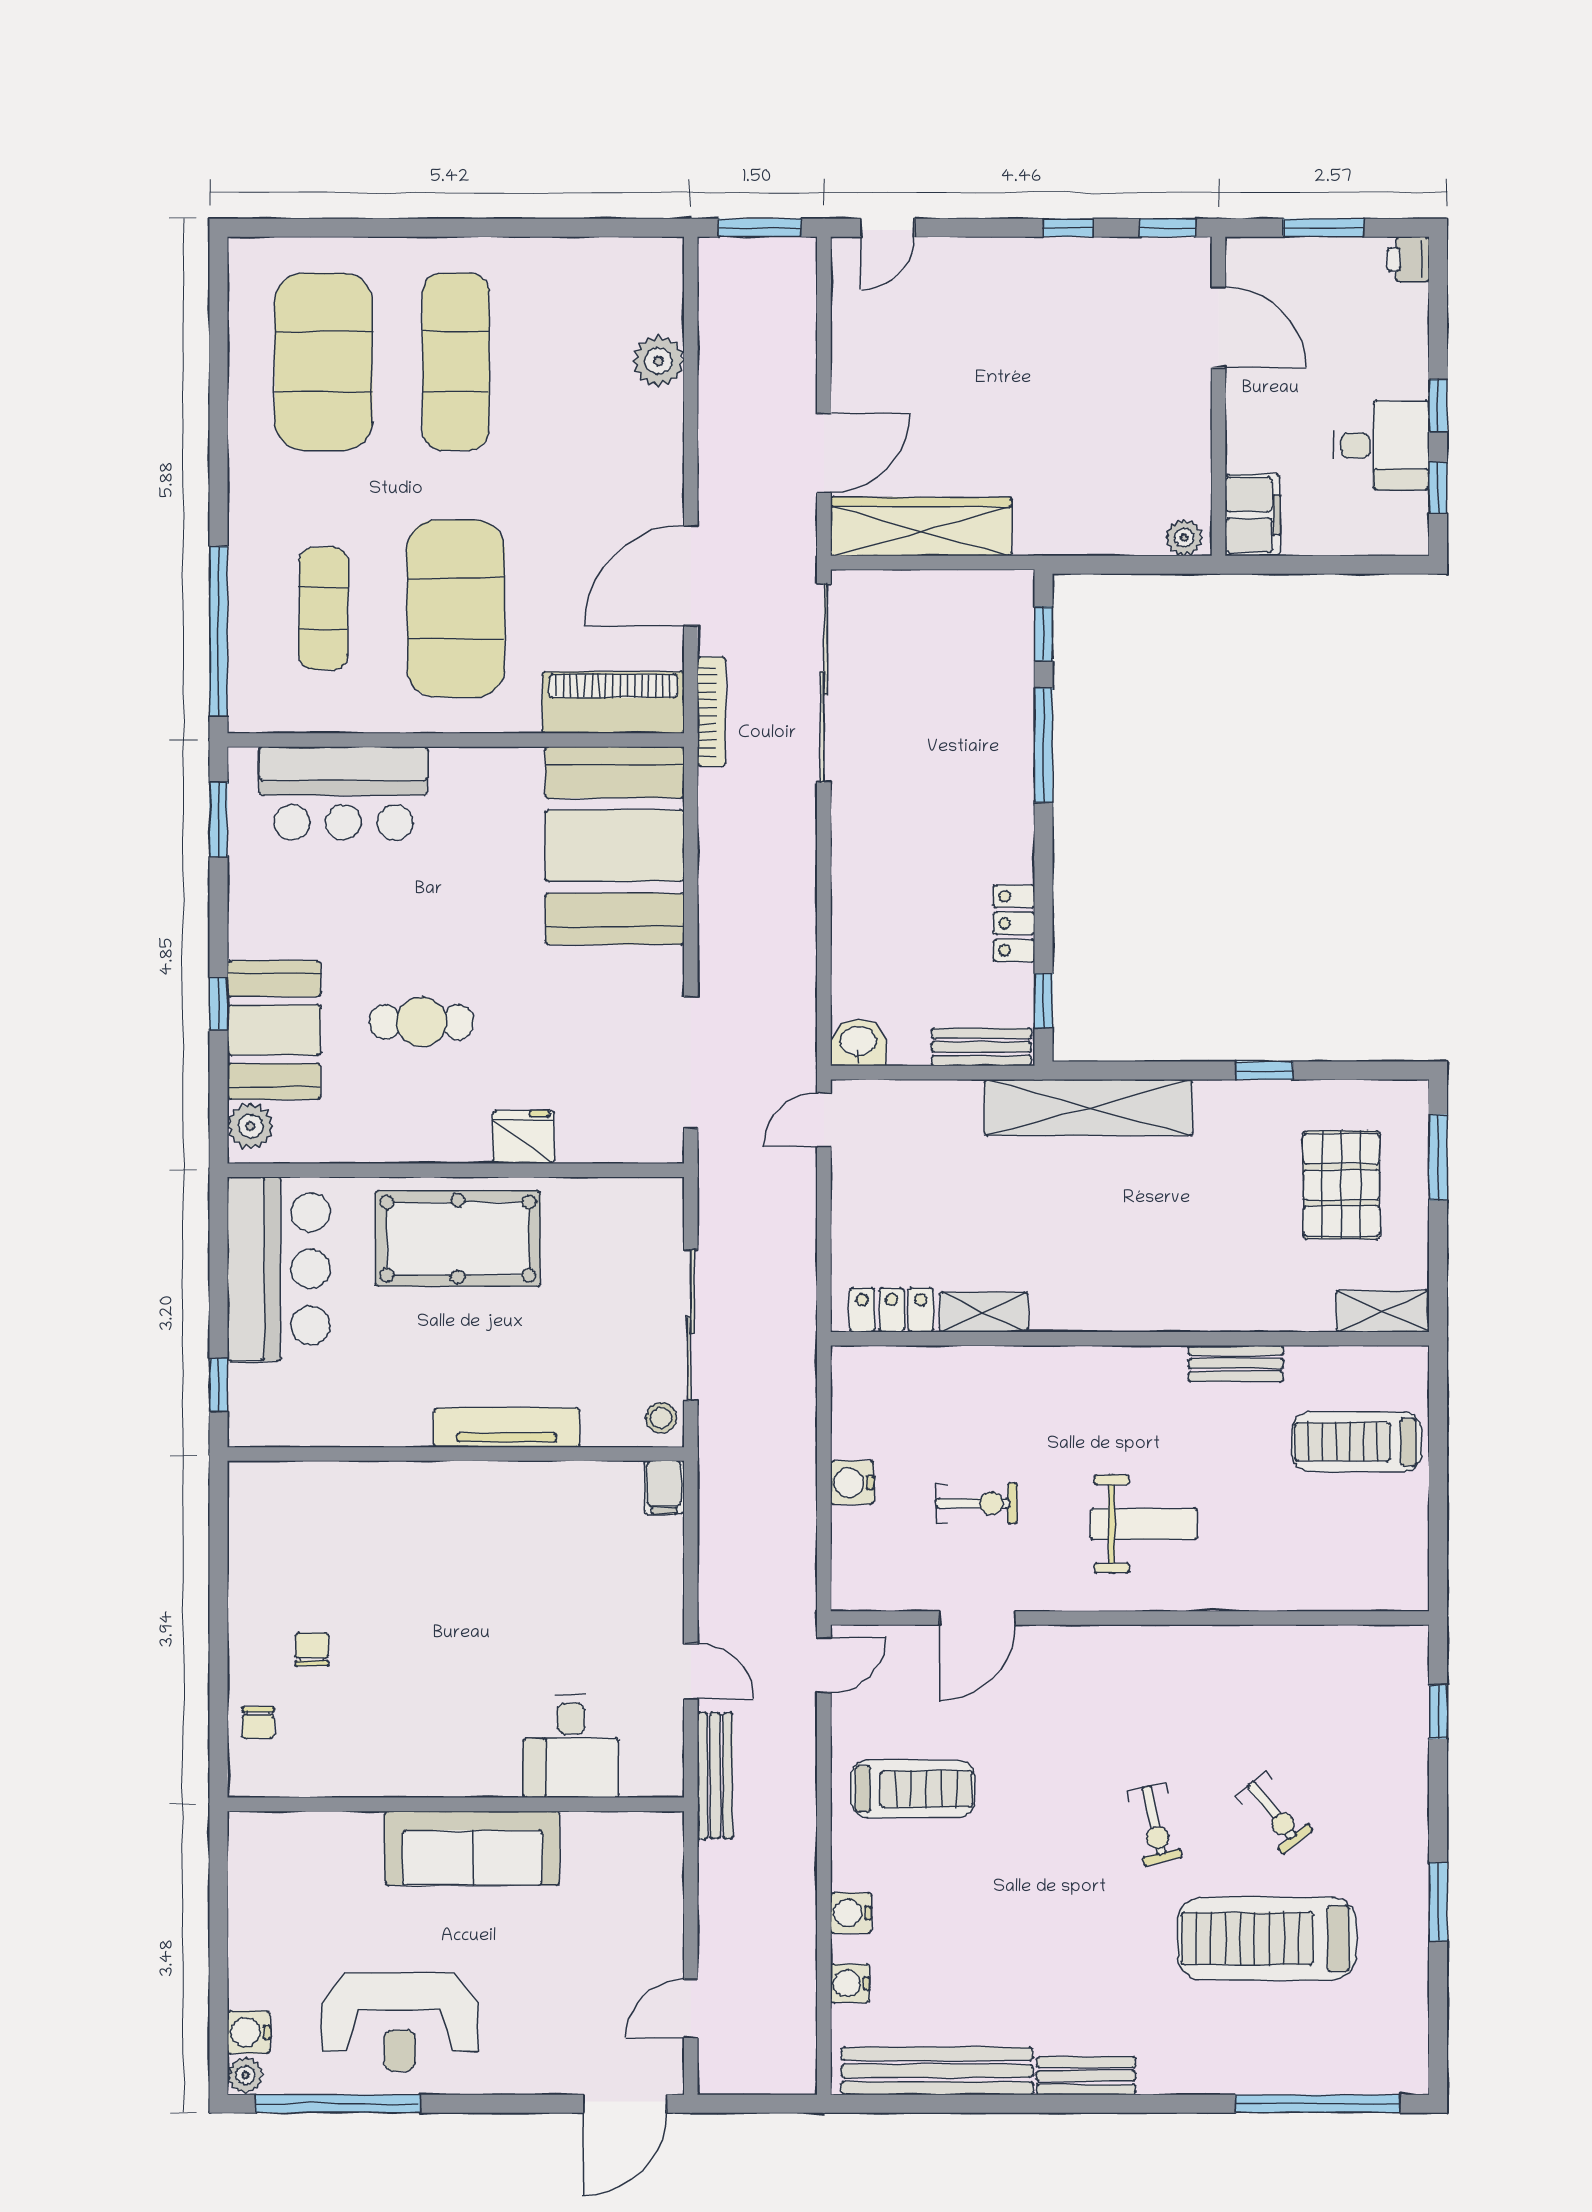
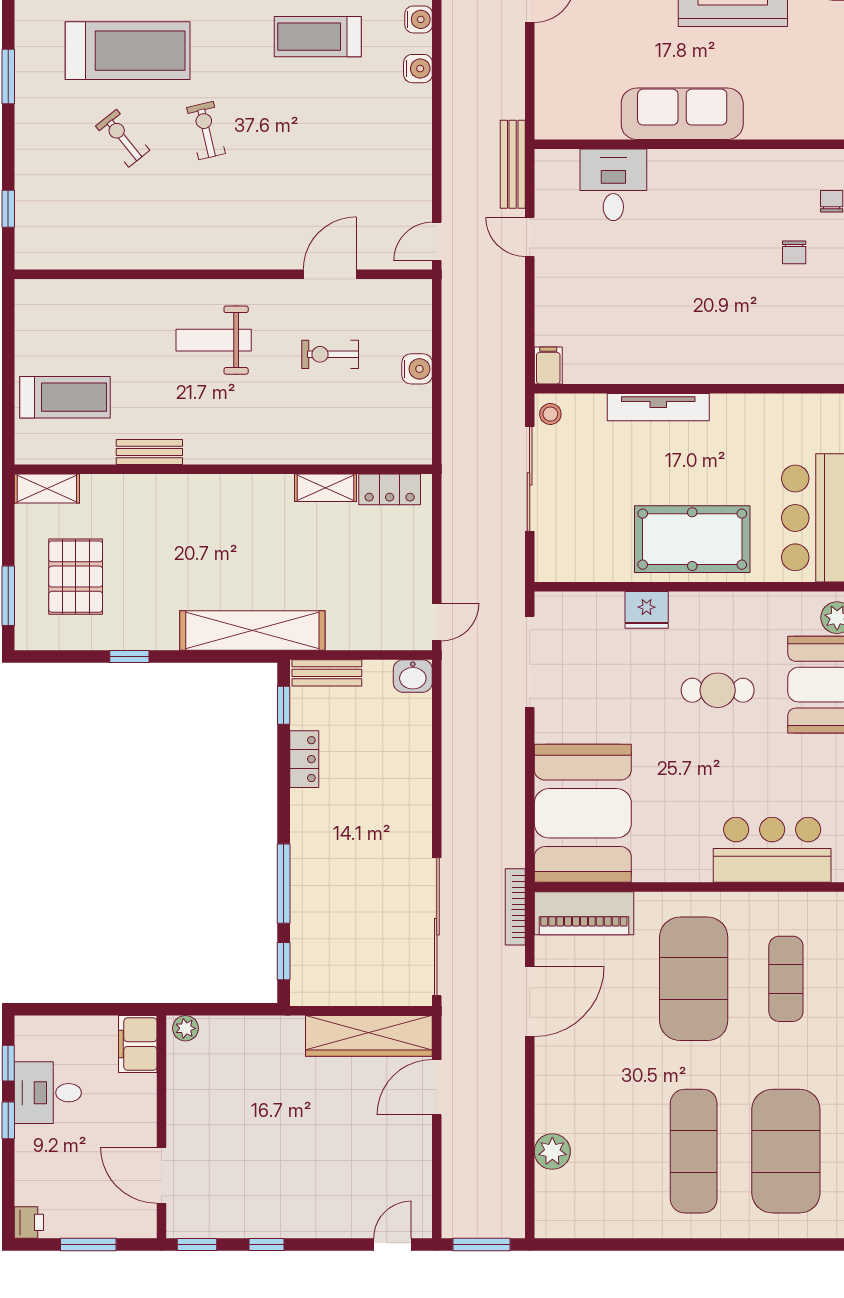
treadmill: (913, 1789) -> (318, 37), moved

